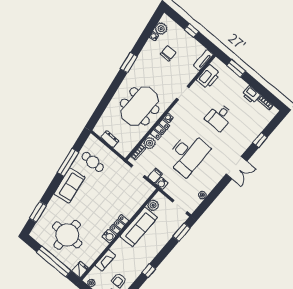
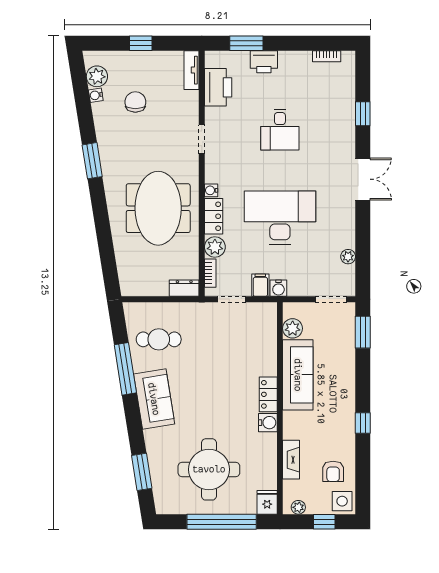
printer: (251, 95) -> (264, 62), moved
dresser: (110, 139) -> (184, 288), moved
desk: (188, 154) -> (280, 218), turned -90

